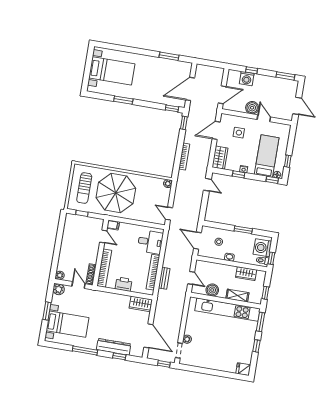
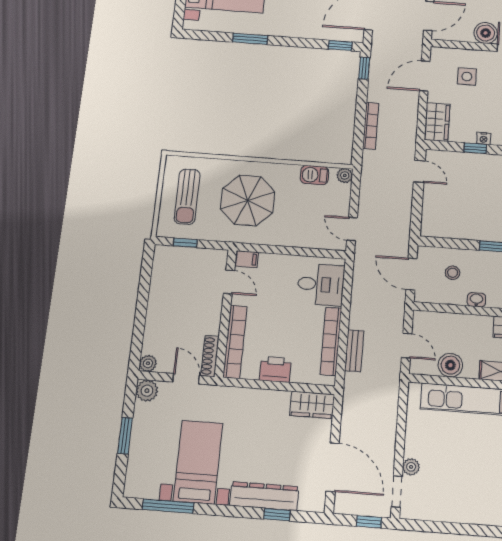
barbecue: (152, 182) -> (315, 175), added
parasol: (116, 193) -> (248, 200), width x0.73, depth x0.73
bed with nightstands: (67, 324) -> (198, 462), moved, turned -90
window: (85, 351) -> (168, 506), moved

